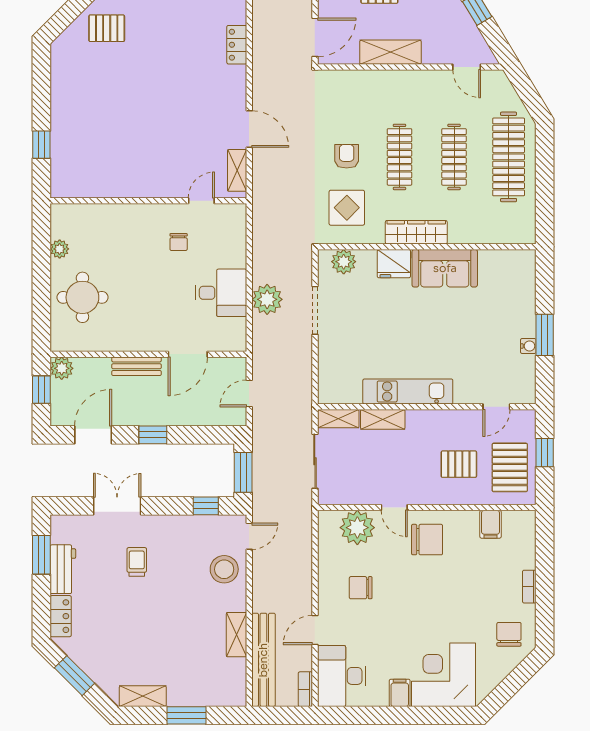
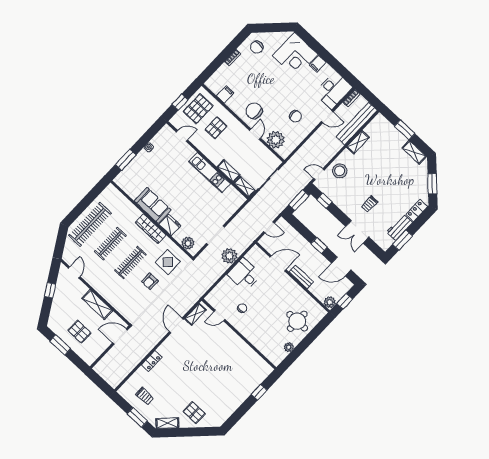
window: (545, 335) -> (126, 160), moved
pallet: (459, 464) -> (216, 128), turned 90

